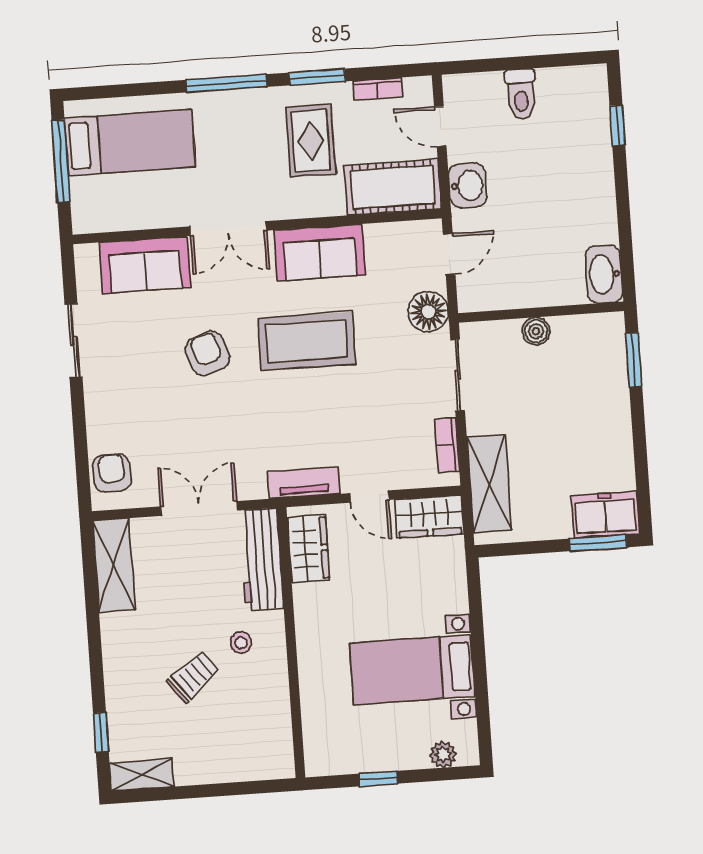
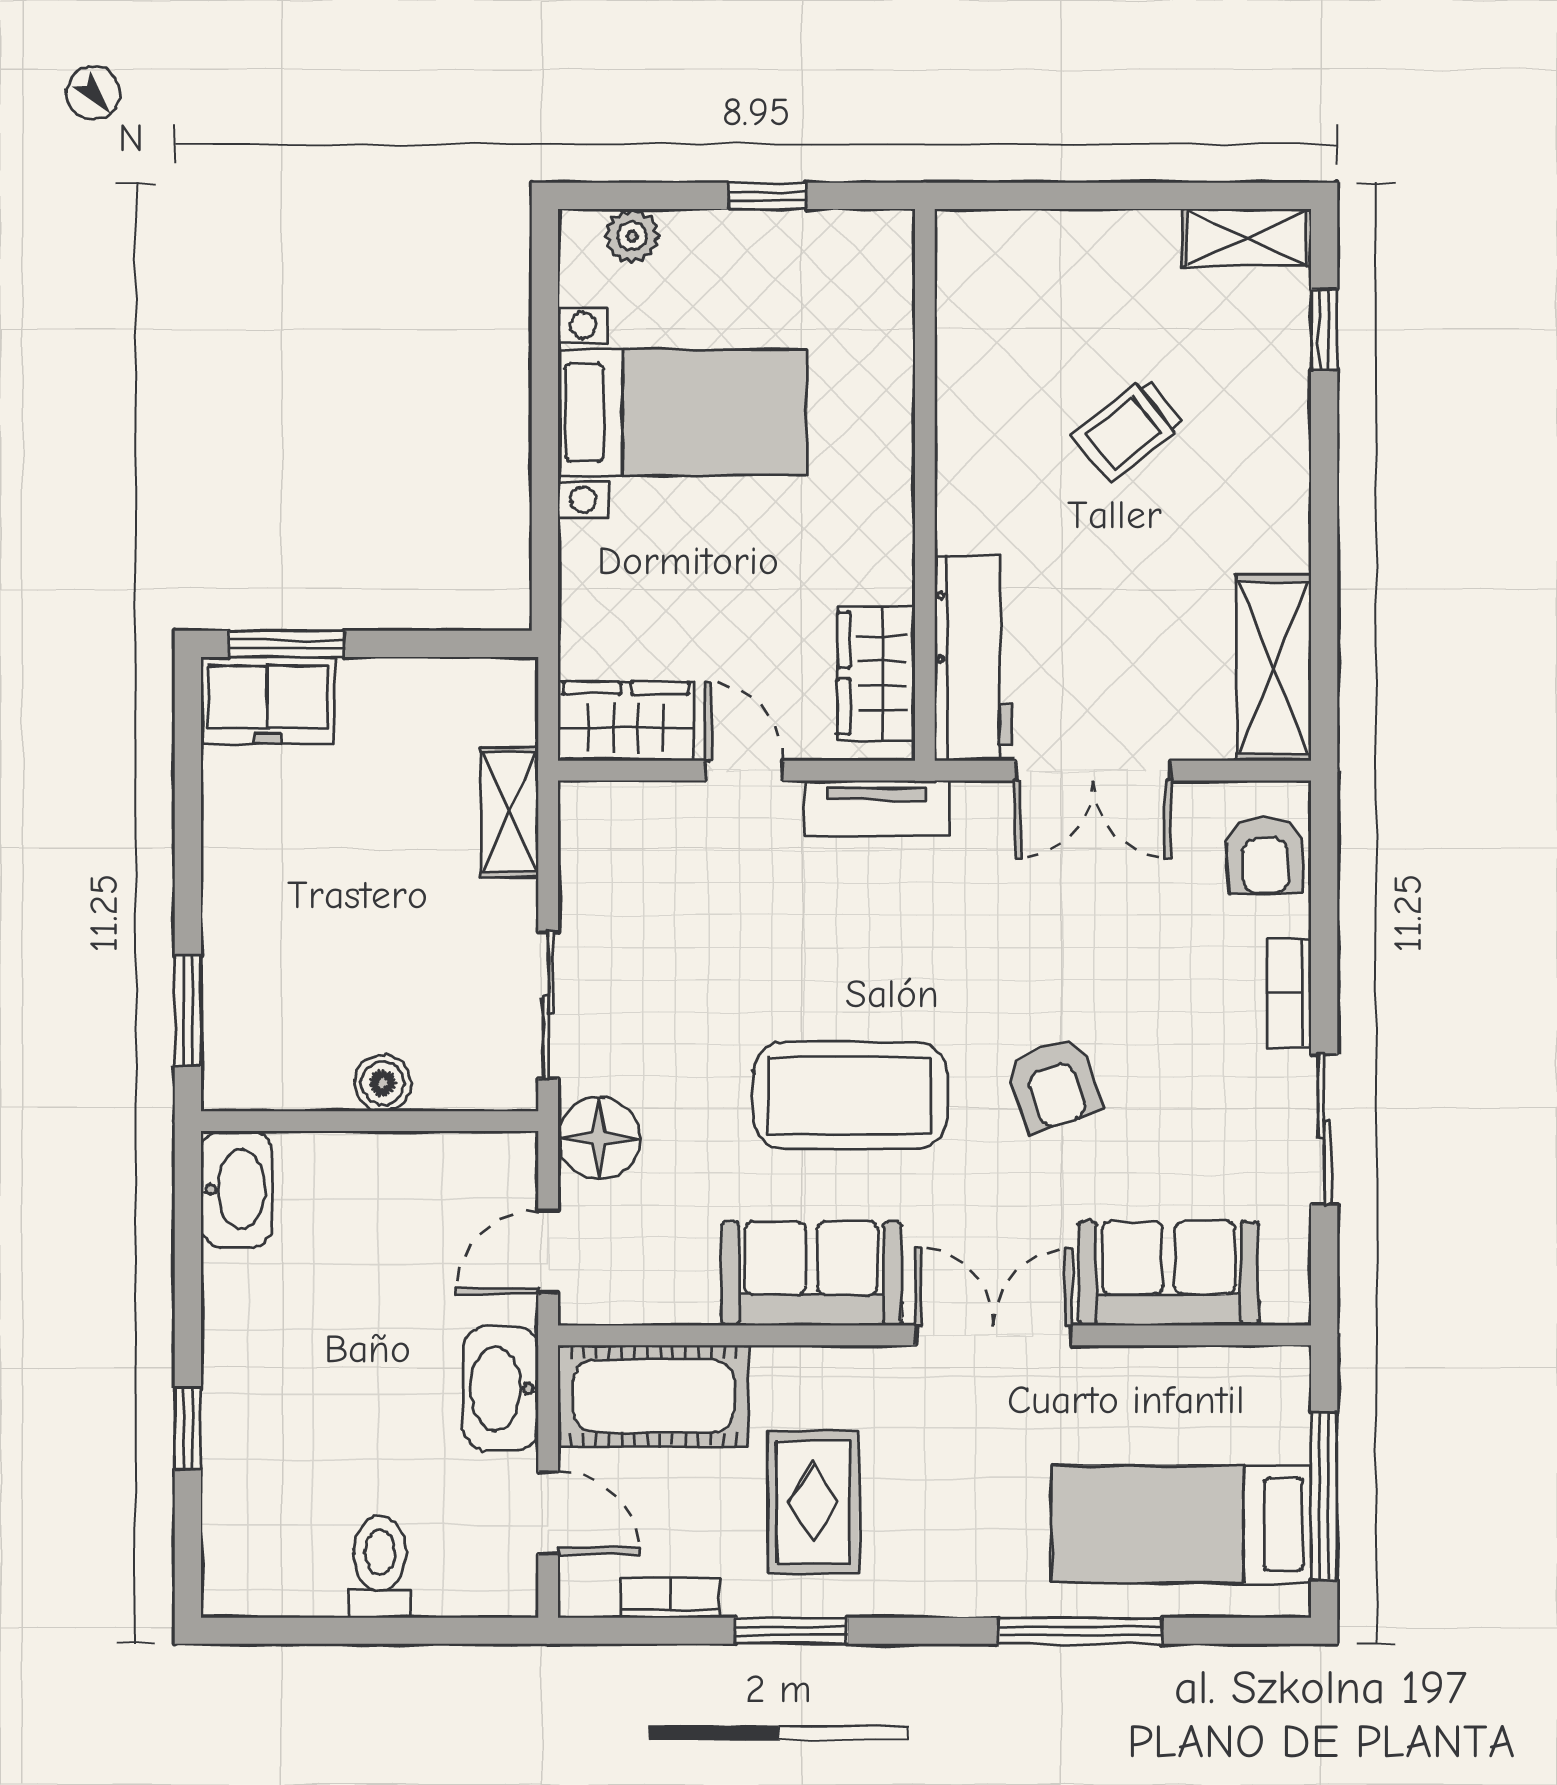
window: (226, 83) -> (1080, 1631), moved
window: (617, 125) -> (188, 1428), moved
washbasin: (468, 186) -> (501, 1388), width x1.38
bookcase: (447, 445) -> (1289, 993), moved, turned 180
shelving: (489, 484) -> (509, 812), width x0.67, depth x0.75
stool: (241, 643) -> (1027, 492), removed

